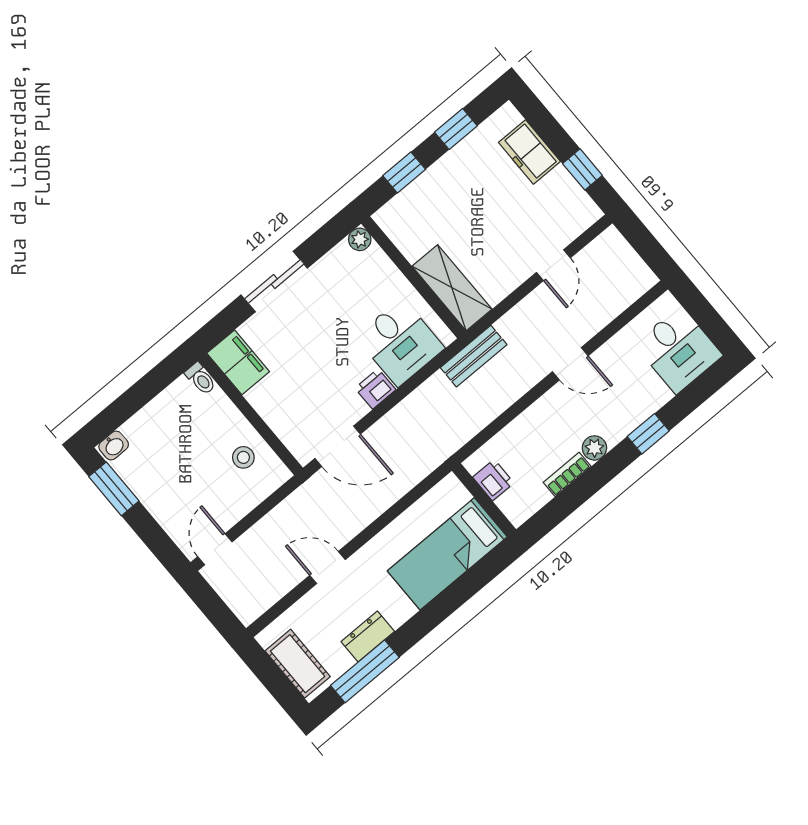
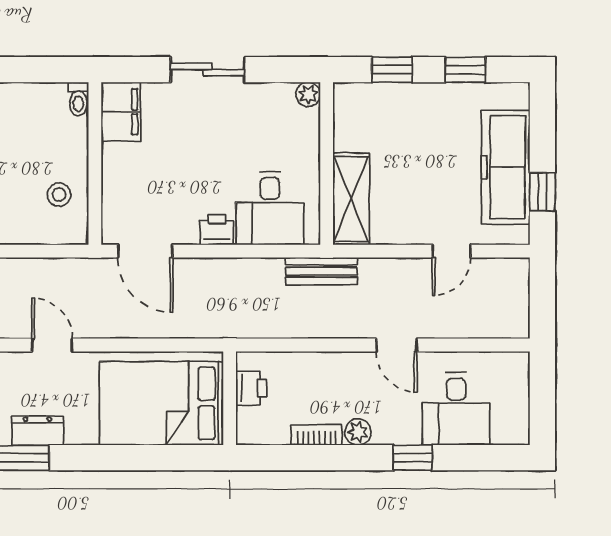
freezer: (530, 152) -> (506, 167), width x1.91, depth x1.26
desk: (678, 350) -> (456, 409), moved
bed: (447, 554) -> (161, 403), width x1.50

